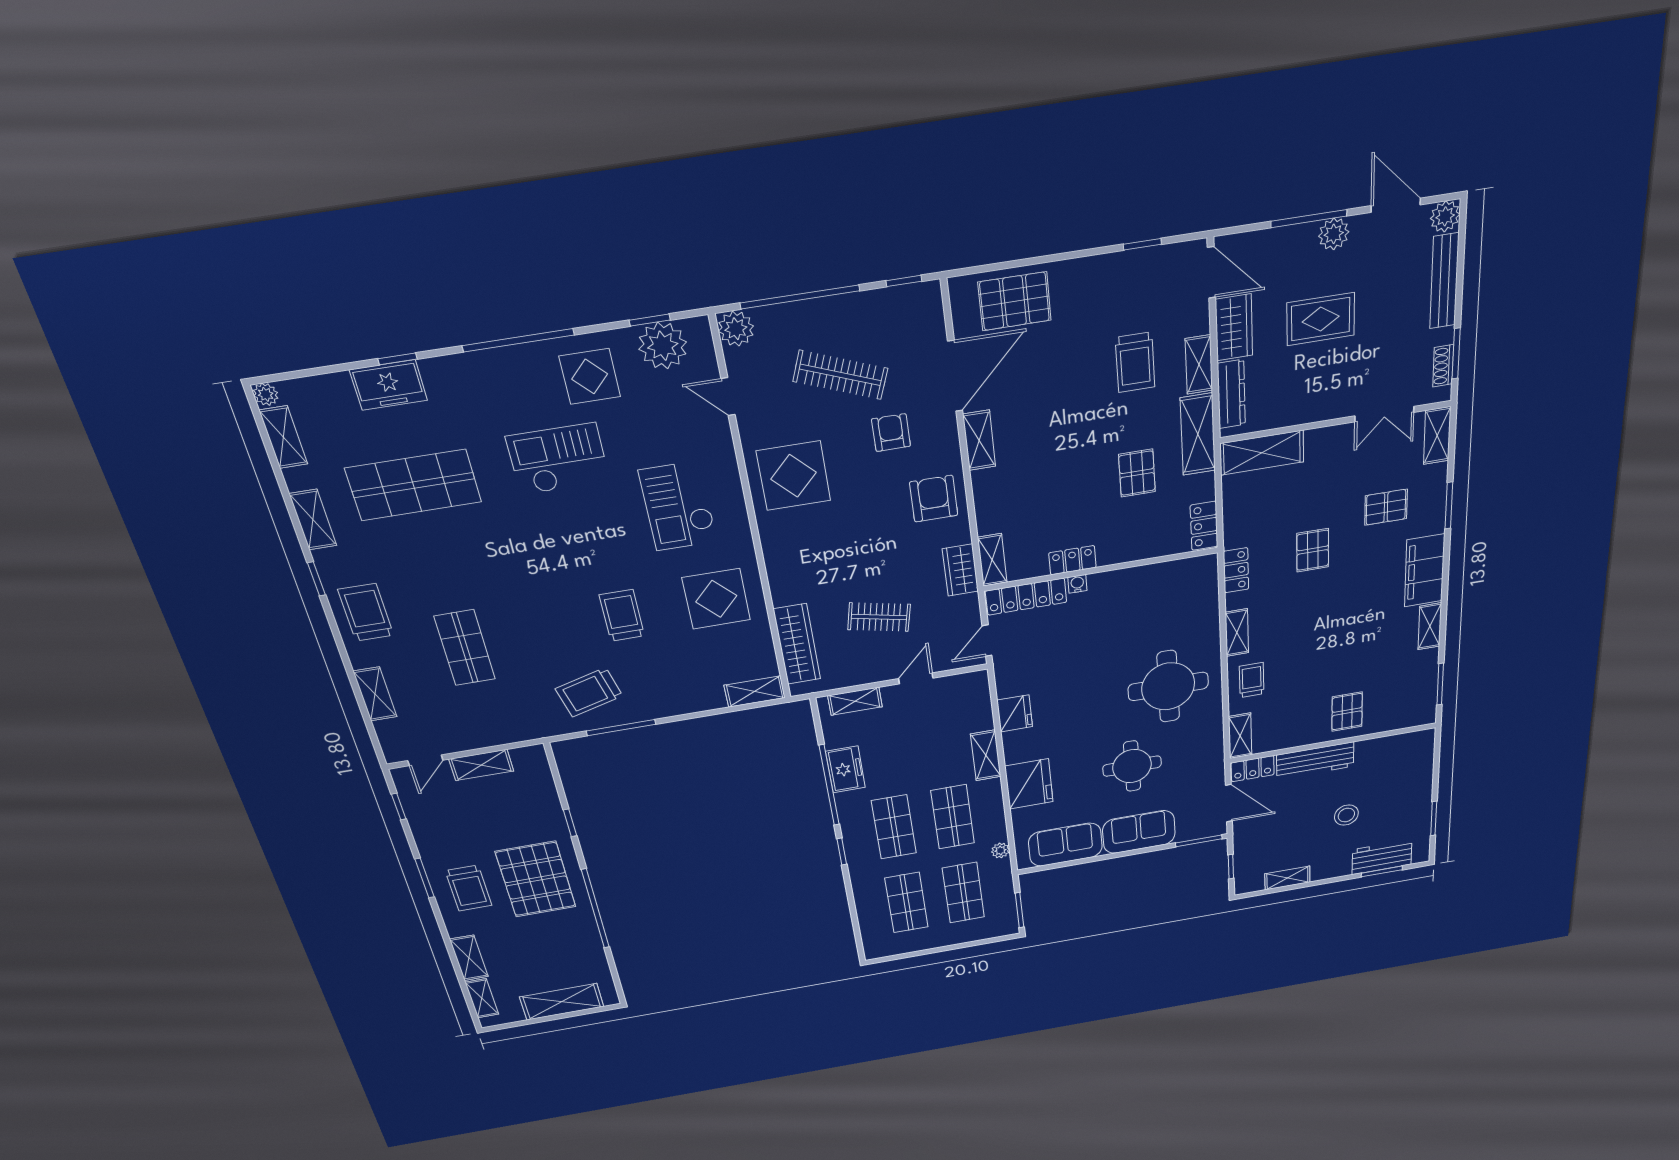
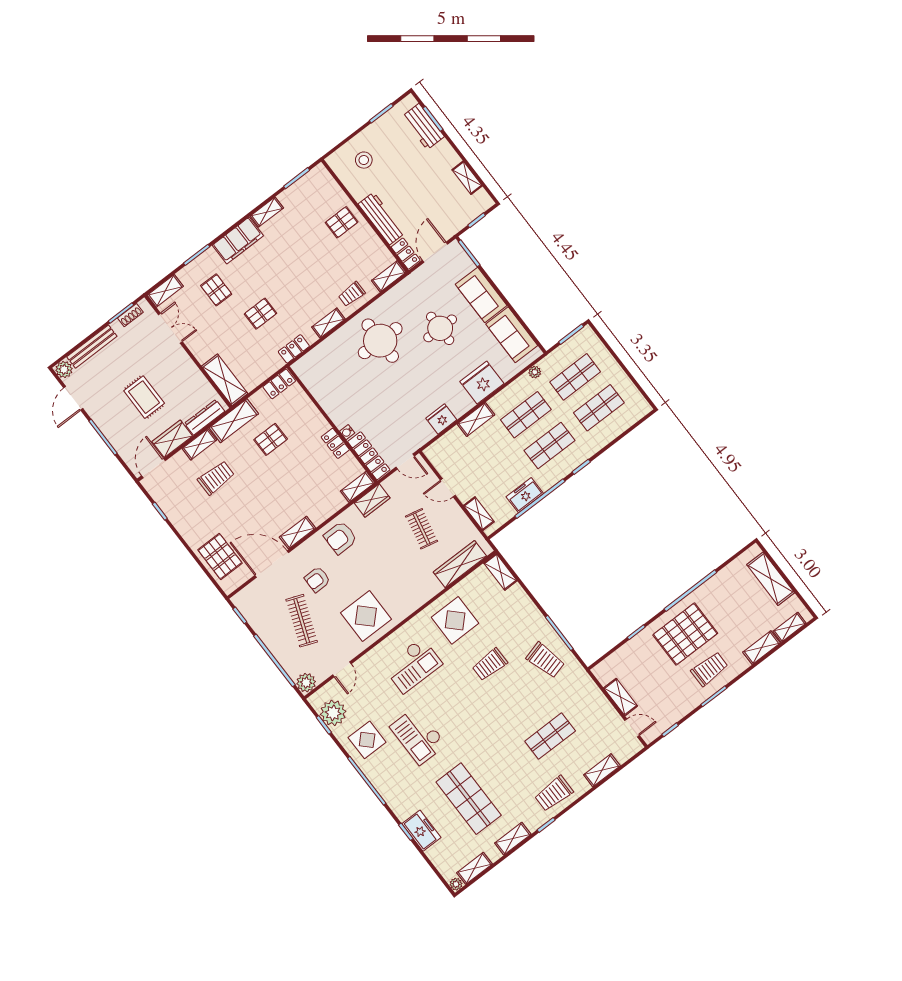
plant: (1334, 234) -> (103, 420), removed
stool: (1346, 815) -> (364, 160), moved

